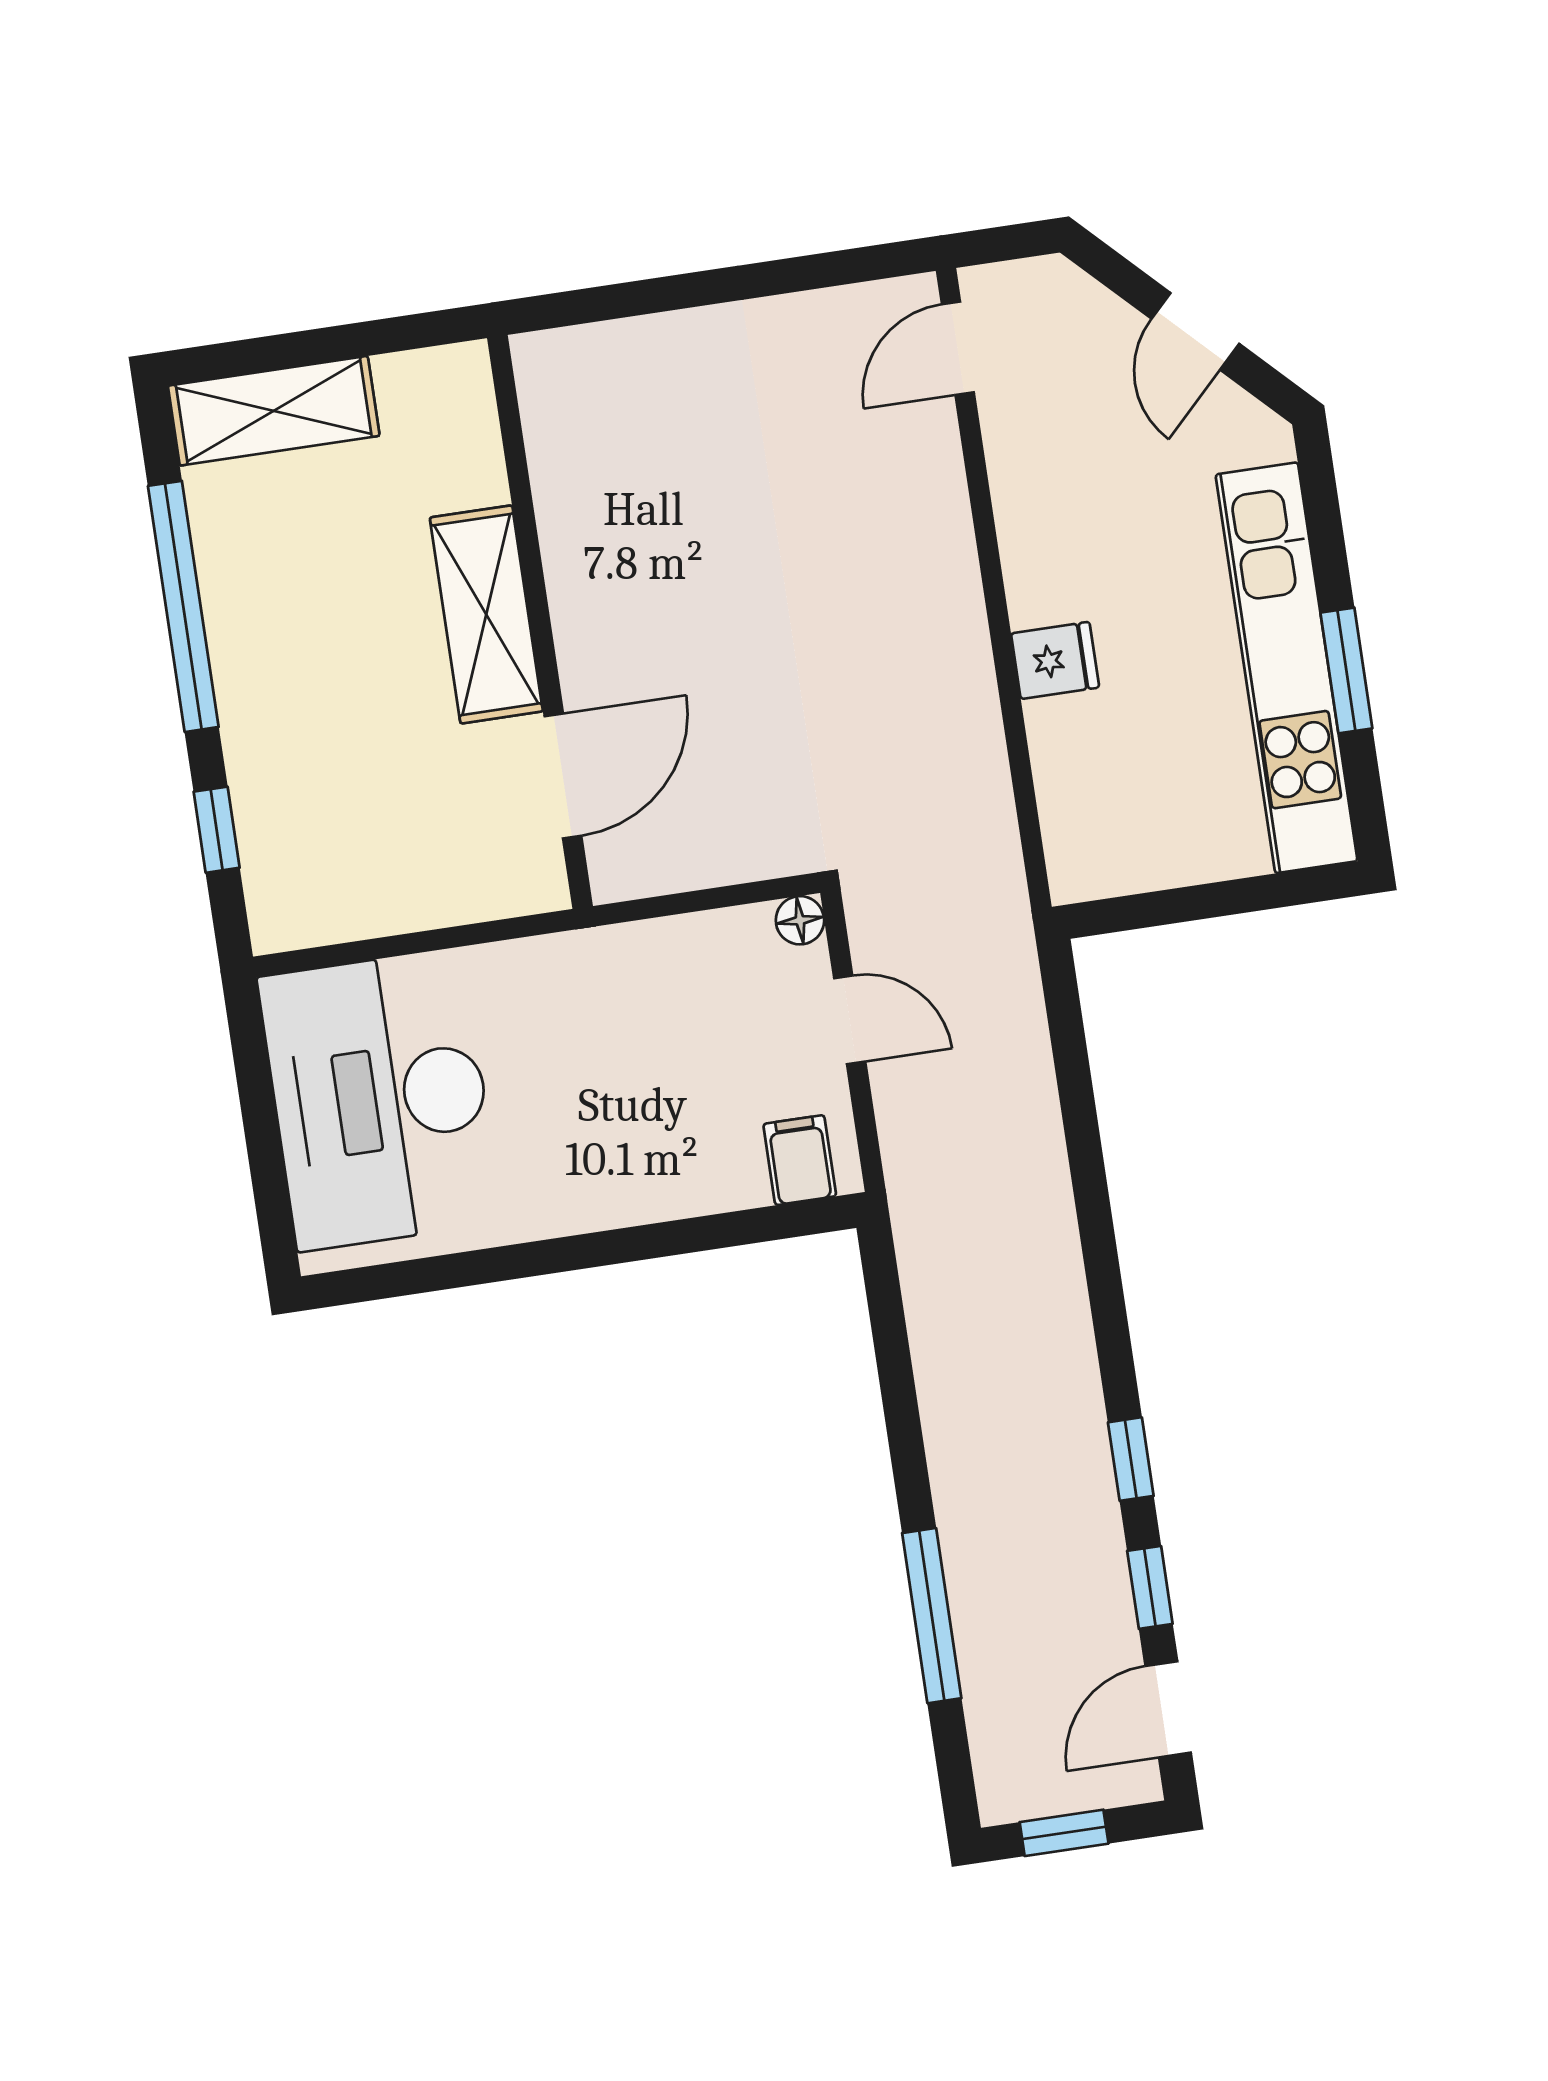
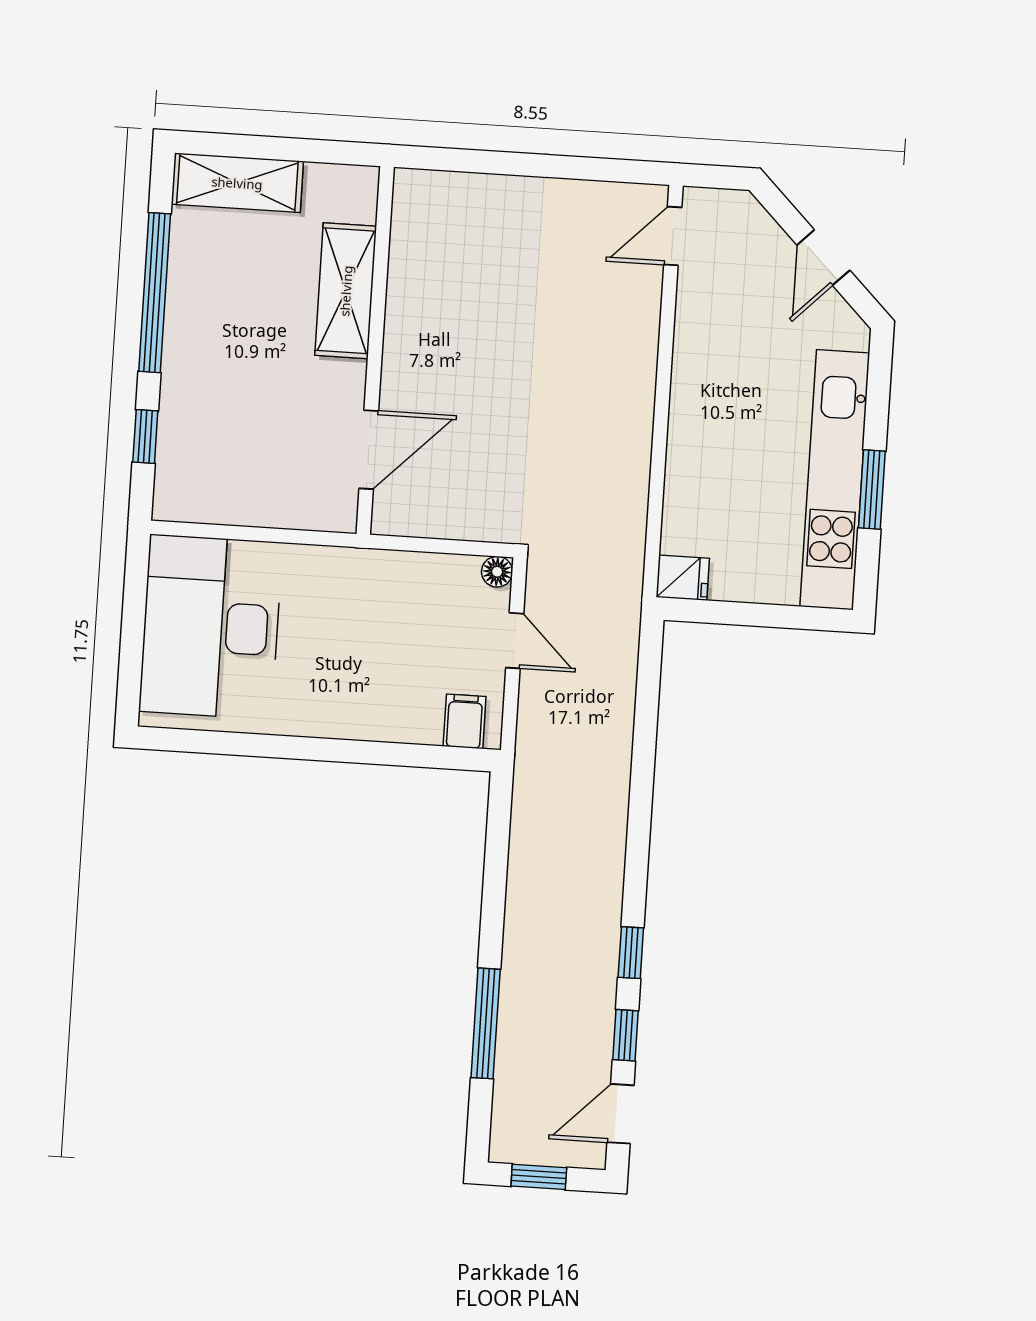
shelving: (486, 614) -> (346, 291), moved
fridge: (1055, 660) -> (683, 578), moved

